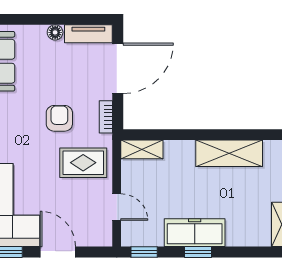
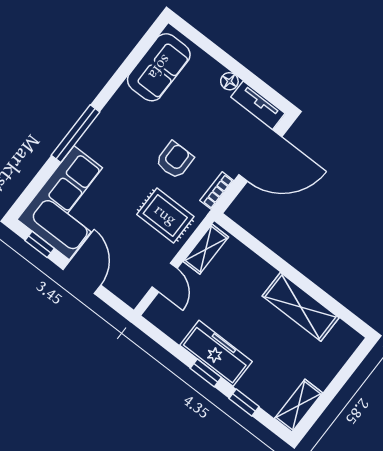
shelving: (142, 149) -> (206, 249), moved, turned 90
window: (144, 252) -> (244, 402), moved

